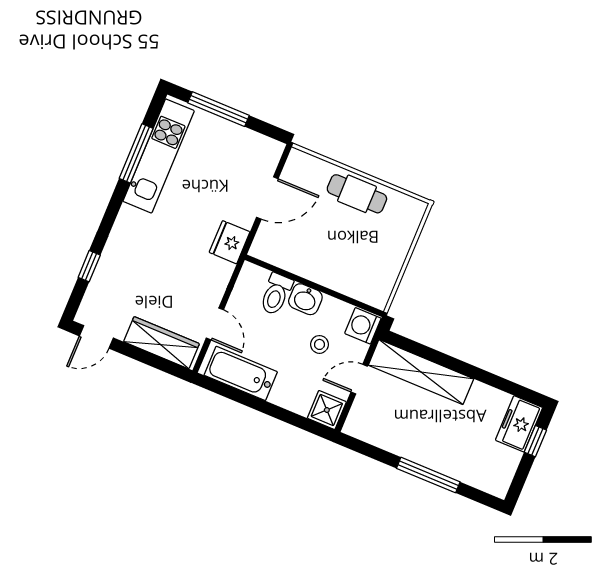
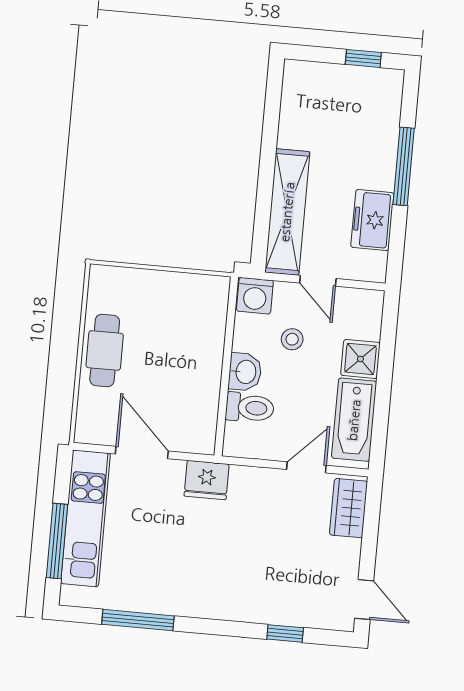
kitchen unit: (159, 156) -> (85, 518), moved, turned 90
wardrobe: (161, 343) -> (349, 508), width x0.67
shower: (327, 410) -> (360, 359), moved
freezer: (519, 424) -> (372, 220), moved, turned 90
window: (535, 441) -> (363, 58), moved

